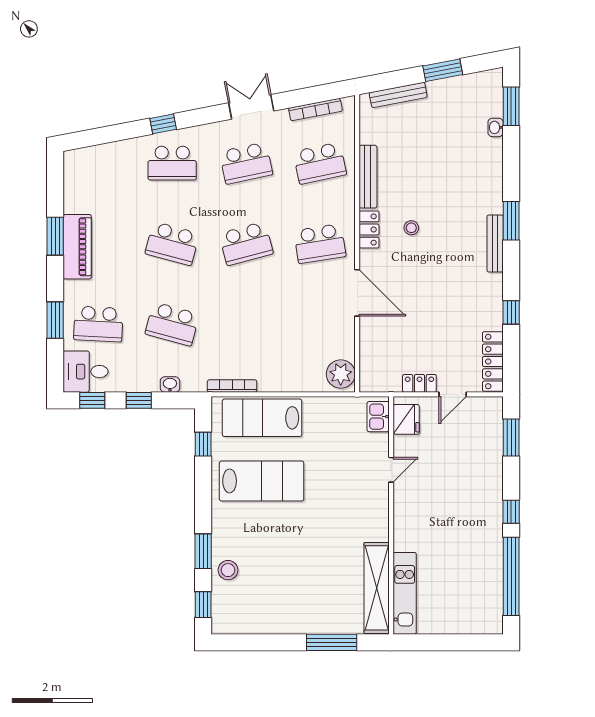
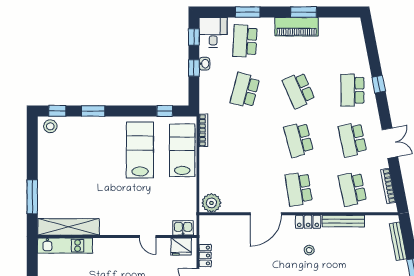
school desk: (172, 244) -> (299, 90), turned -39
washbasin: (170, 384) -> (204, 64), moved
lab bench: (262, 481) -> (140, 150), turned 180
stool: (228, 570) -> (50, 126), moved

